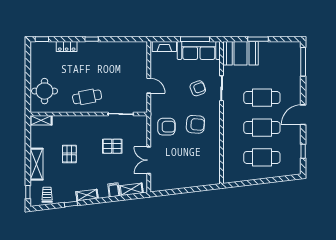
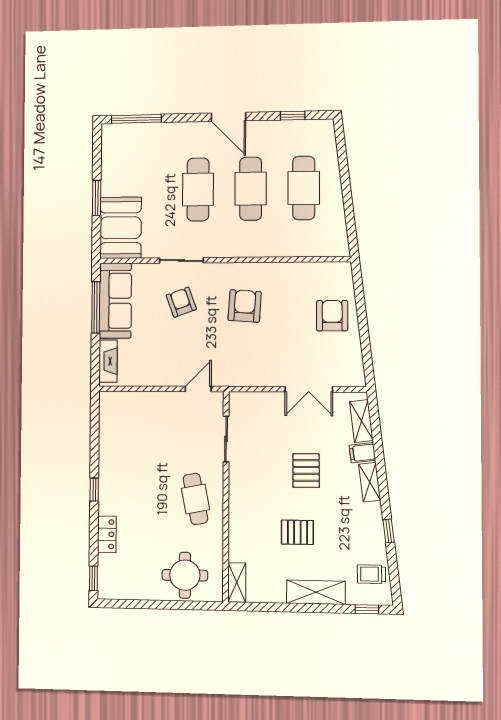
door: (149, 86) -> (198, 389), moved
armchair: (166, 127) -> (332, 316), moved
pallet: (112, 146) -> (306, 470), moved
shelving: (87, 195) -> (370, 482), moved

